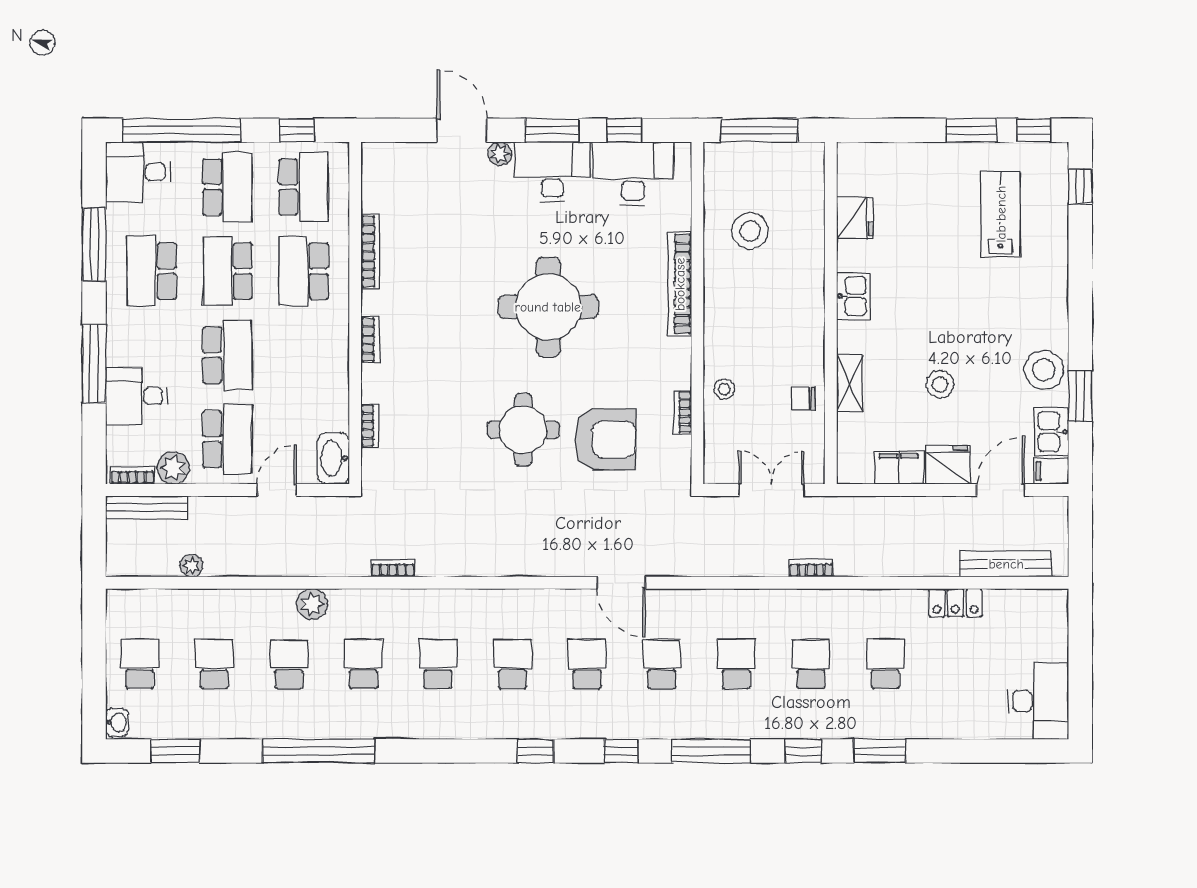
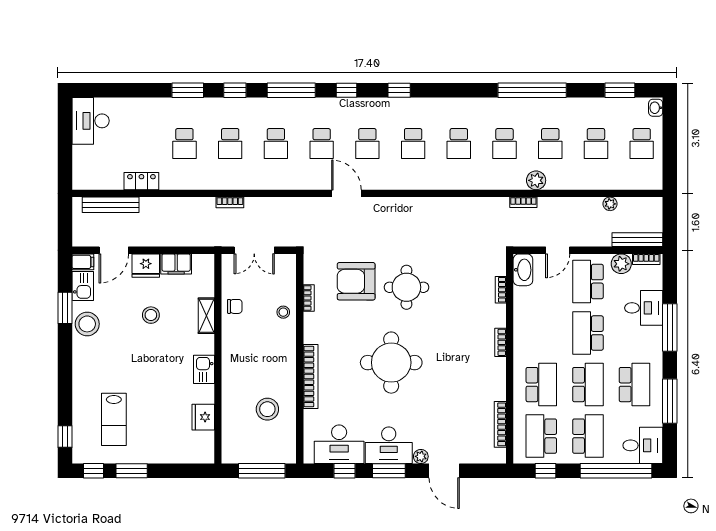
school desk: (227, 187) -> (588, 436), turned 180
bookcase: (370, 252) -> (500, 424), moved
bookcase: (393, 568) -> (523, 202), moved

